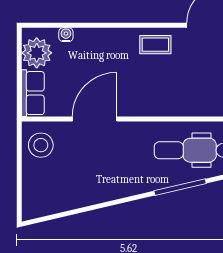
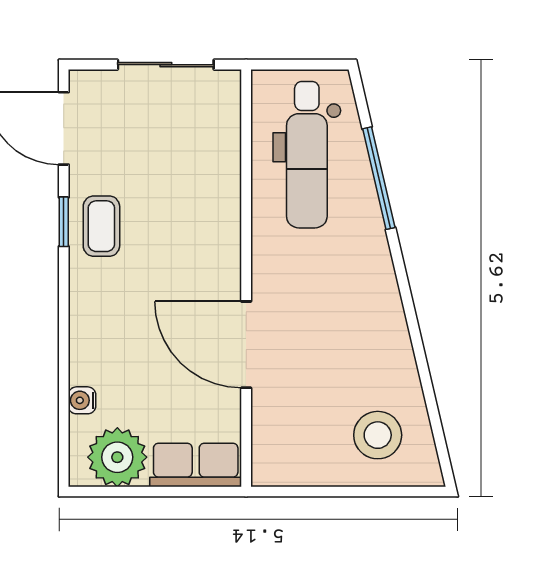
window: (158, 25) -> (64, 222), added
stool: (41, 145) -> (378, 435), moved

